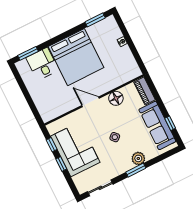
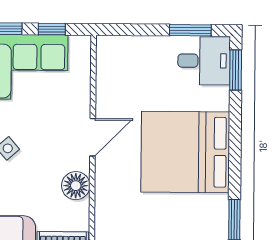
desk: (42, 64) -> (204, 61), moved
window: (21, 83) -> (190, 30), added

